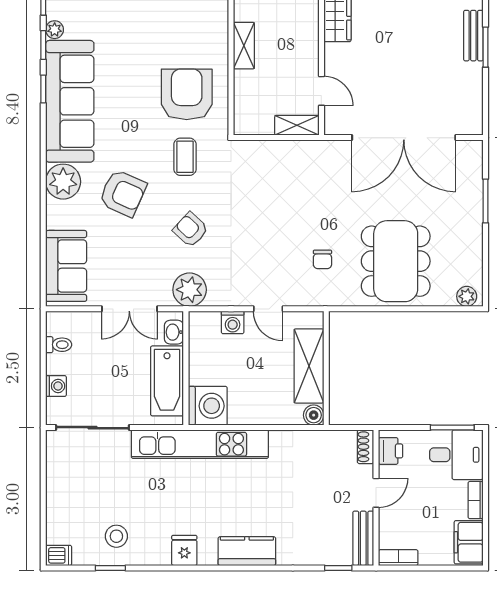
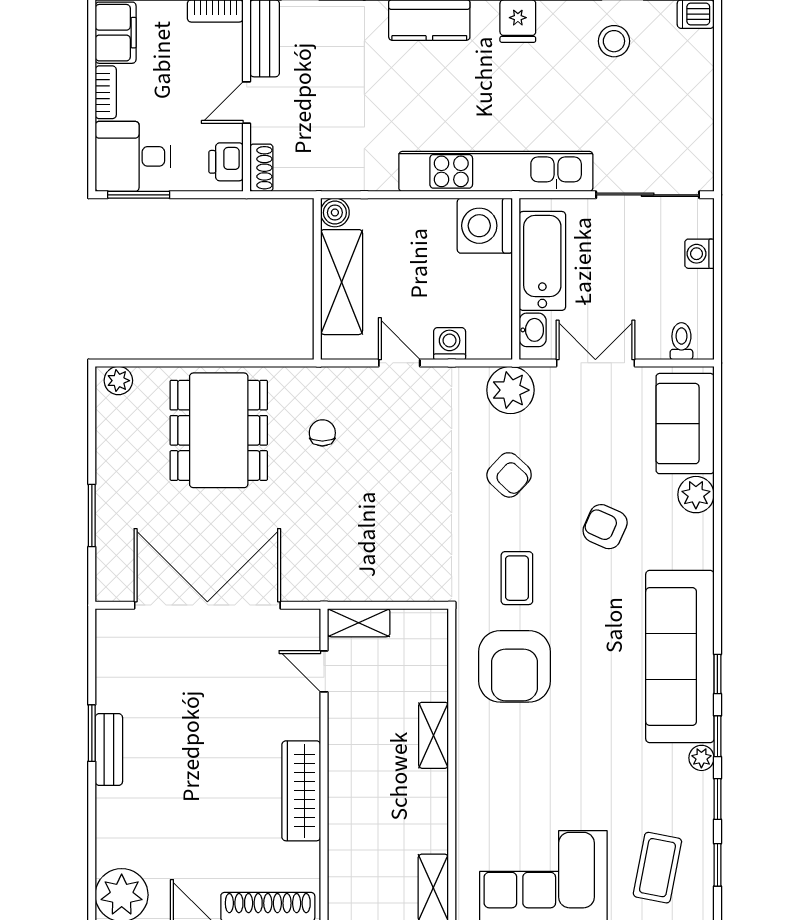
plant: (63, 182) -> (696, 495), moved, width x0.73, depth x0.73
armchair: (123, 193) -> (605, 527), width x0.72, depth x0.72
toilet: (59, 345) -> (681, 341), moved, turned 90

